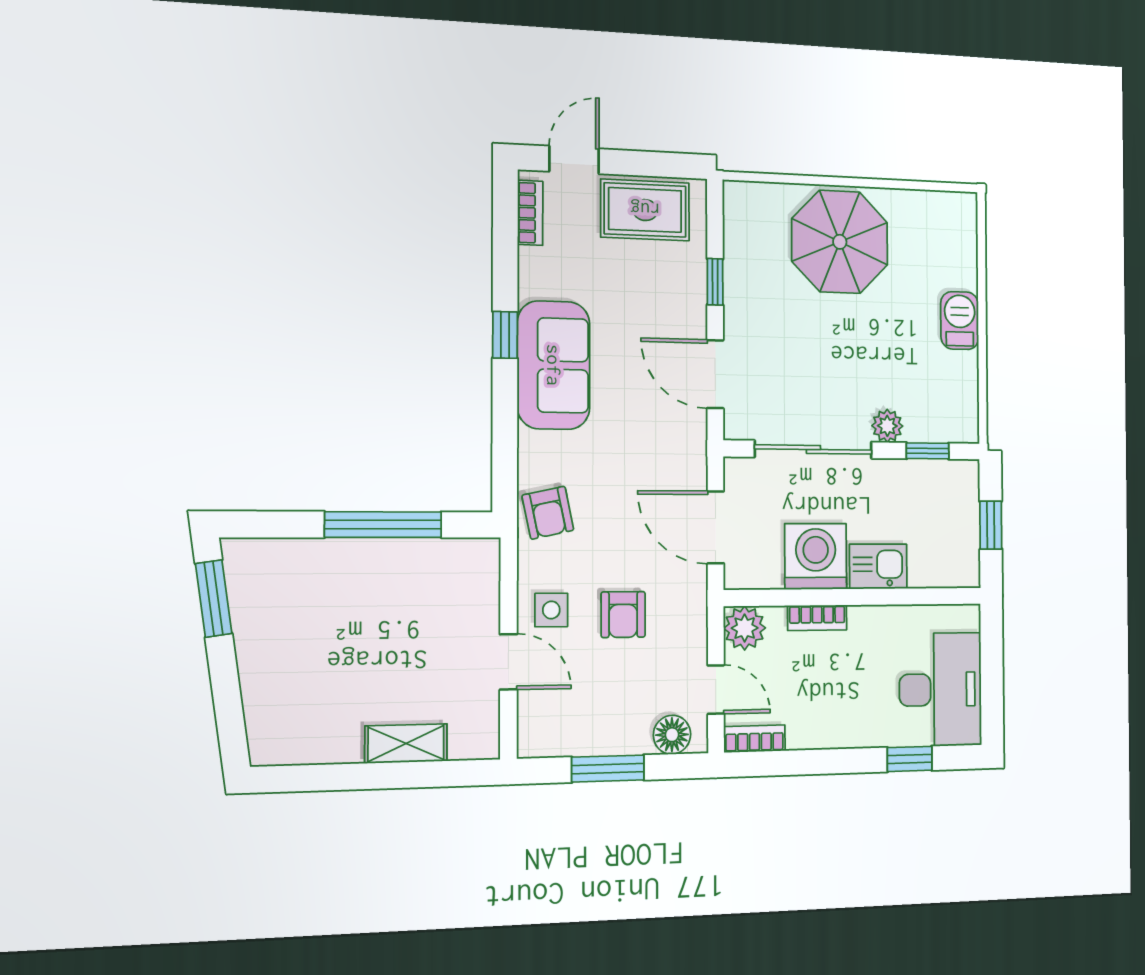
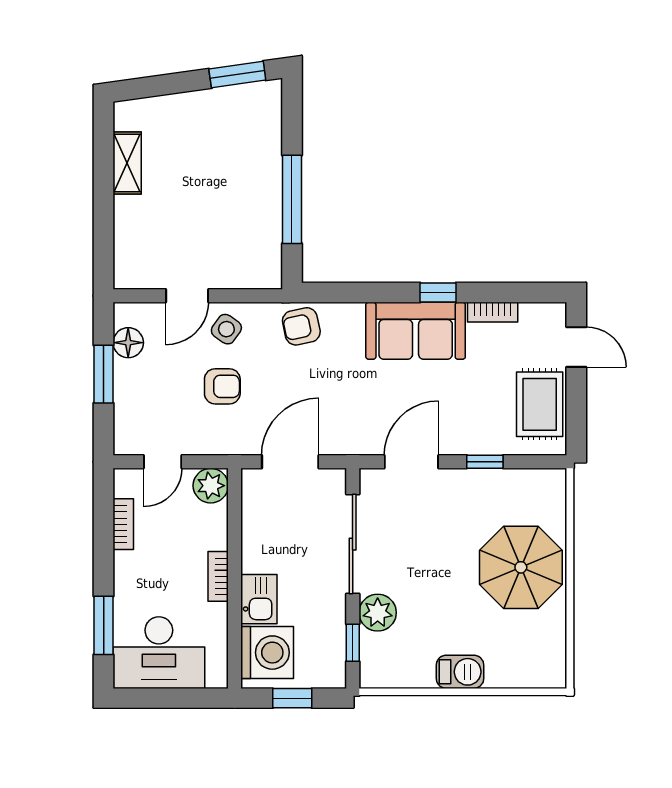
bookcase: (530, 213) -> (493, 312), moved
plant: (887, 426) -> (378, 613), width x1.38, depth x1.38
washing machine: (816, 556) -> (267, 653), moved
side table: (551, 610) -> (226, 329), turned 35
armchair: (623, 615) -> (222, 386), turned 180
bookcase: (817, 618) -> (218, 576), moved
floor lamp: (672, 735) -> (128, 343), moved
bookcase: (755, 739) -> (123, 524), moved
shelving: (406, 744) -> (127, 163), moved
window: (910, 759) -> (104, 625), width x1.50

